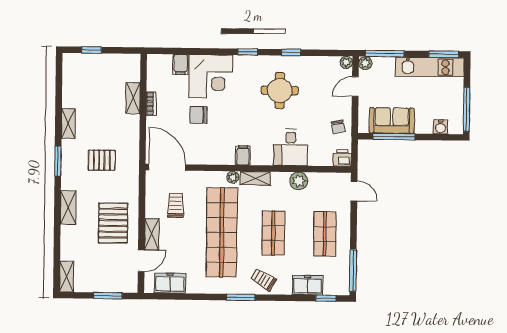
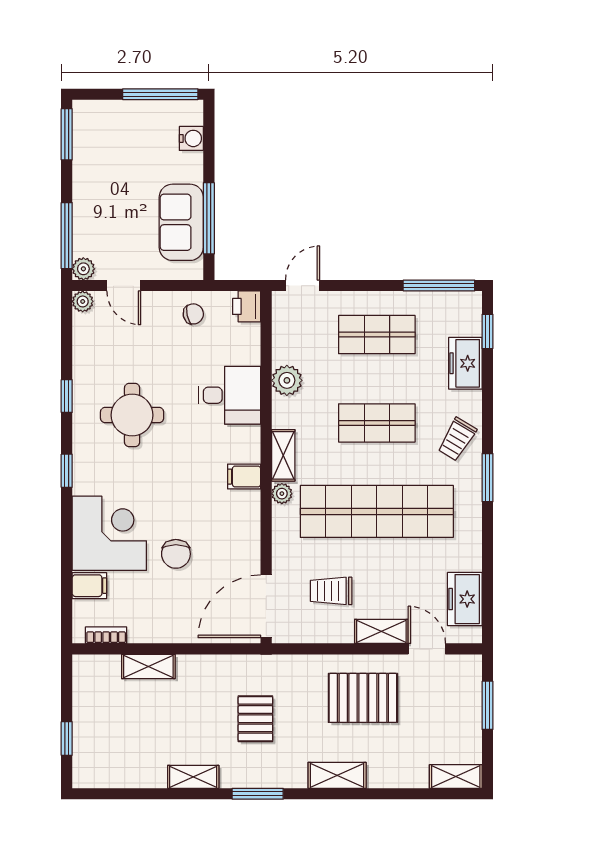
kitchen unit: (430, 67) -> (89, 158), removed
bookcase: (151, 104) -> (106, 635), moved

